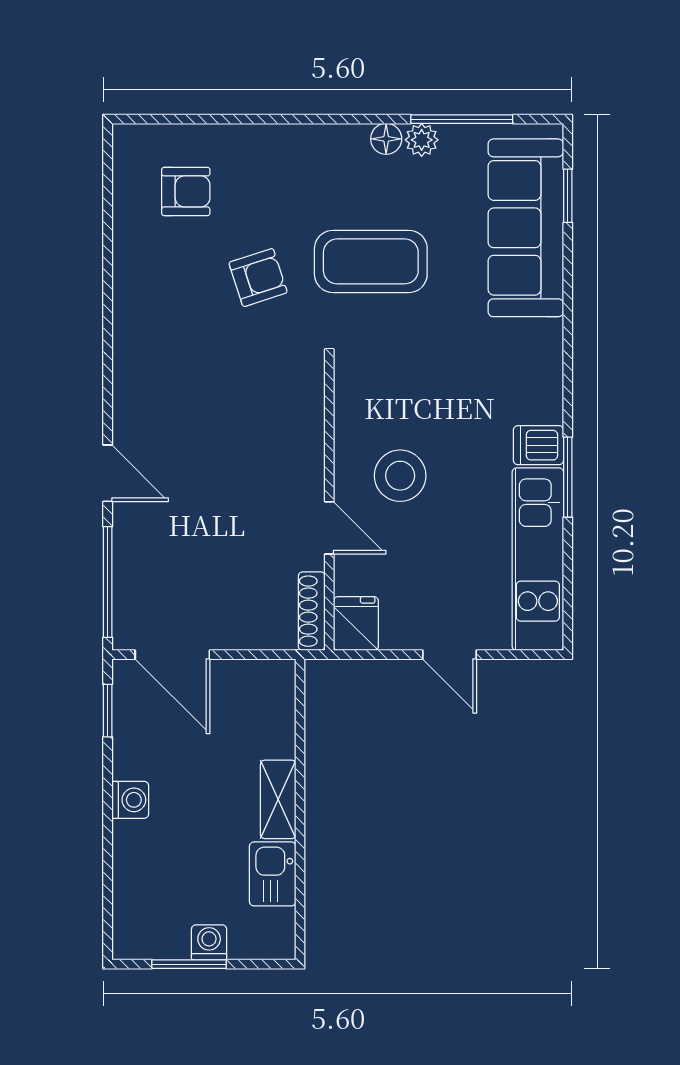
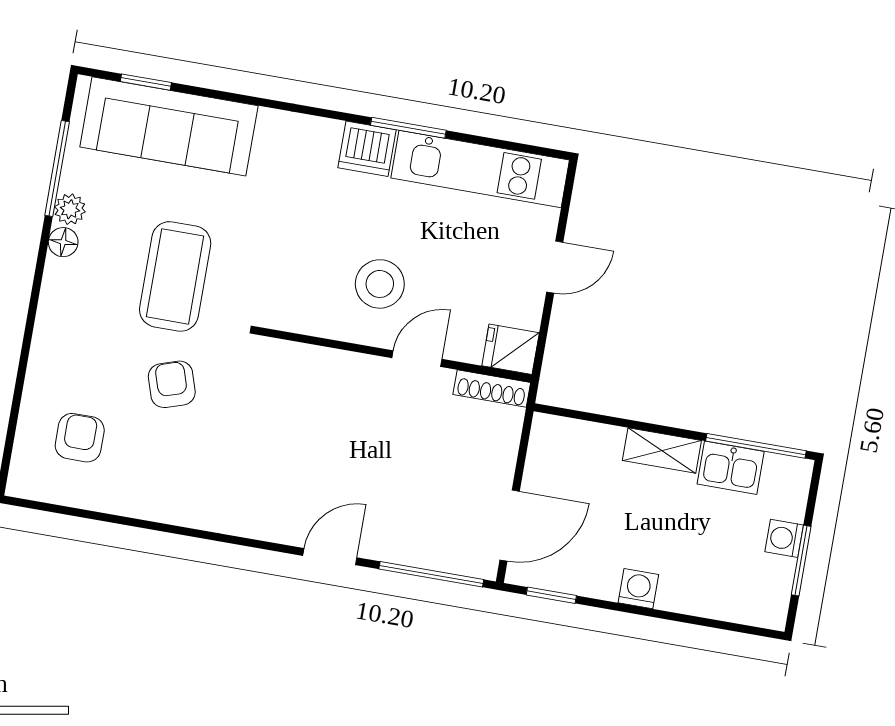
dishwasher: (538, 445) -> (367, 149), width x1.38
window: (300, 896) -> (756, 446), added

